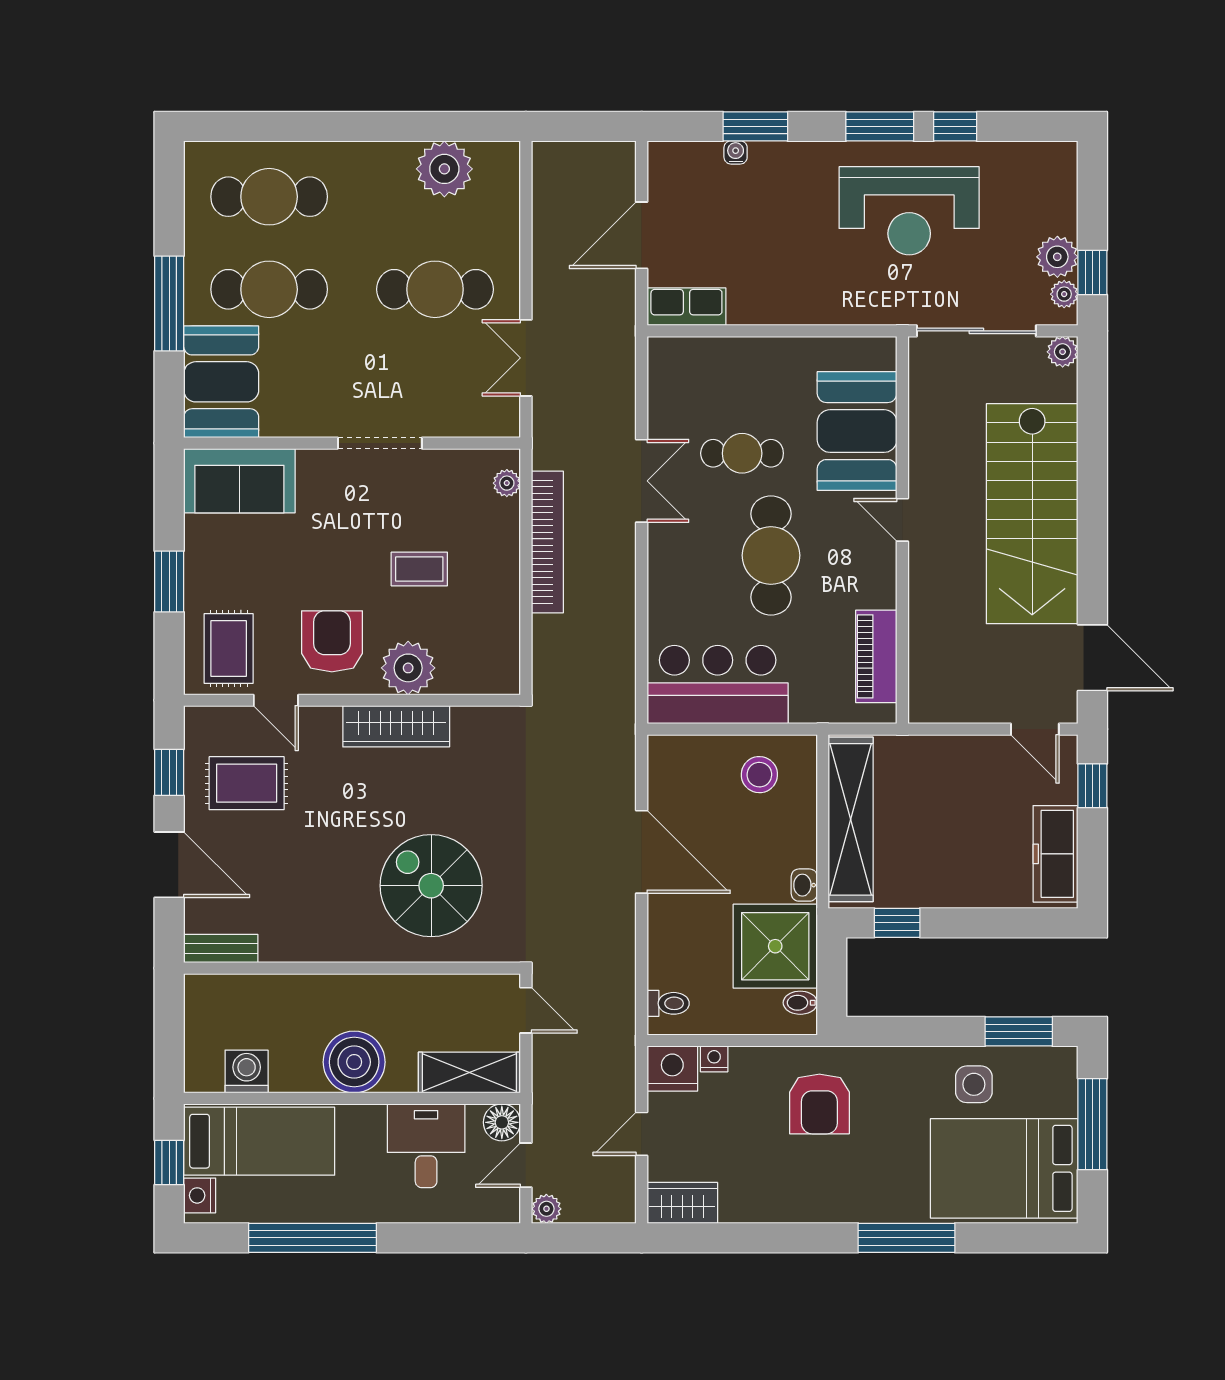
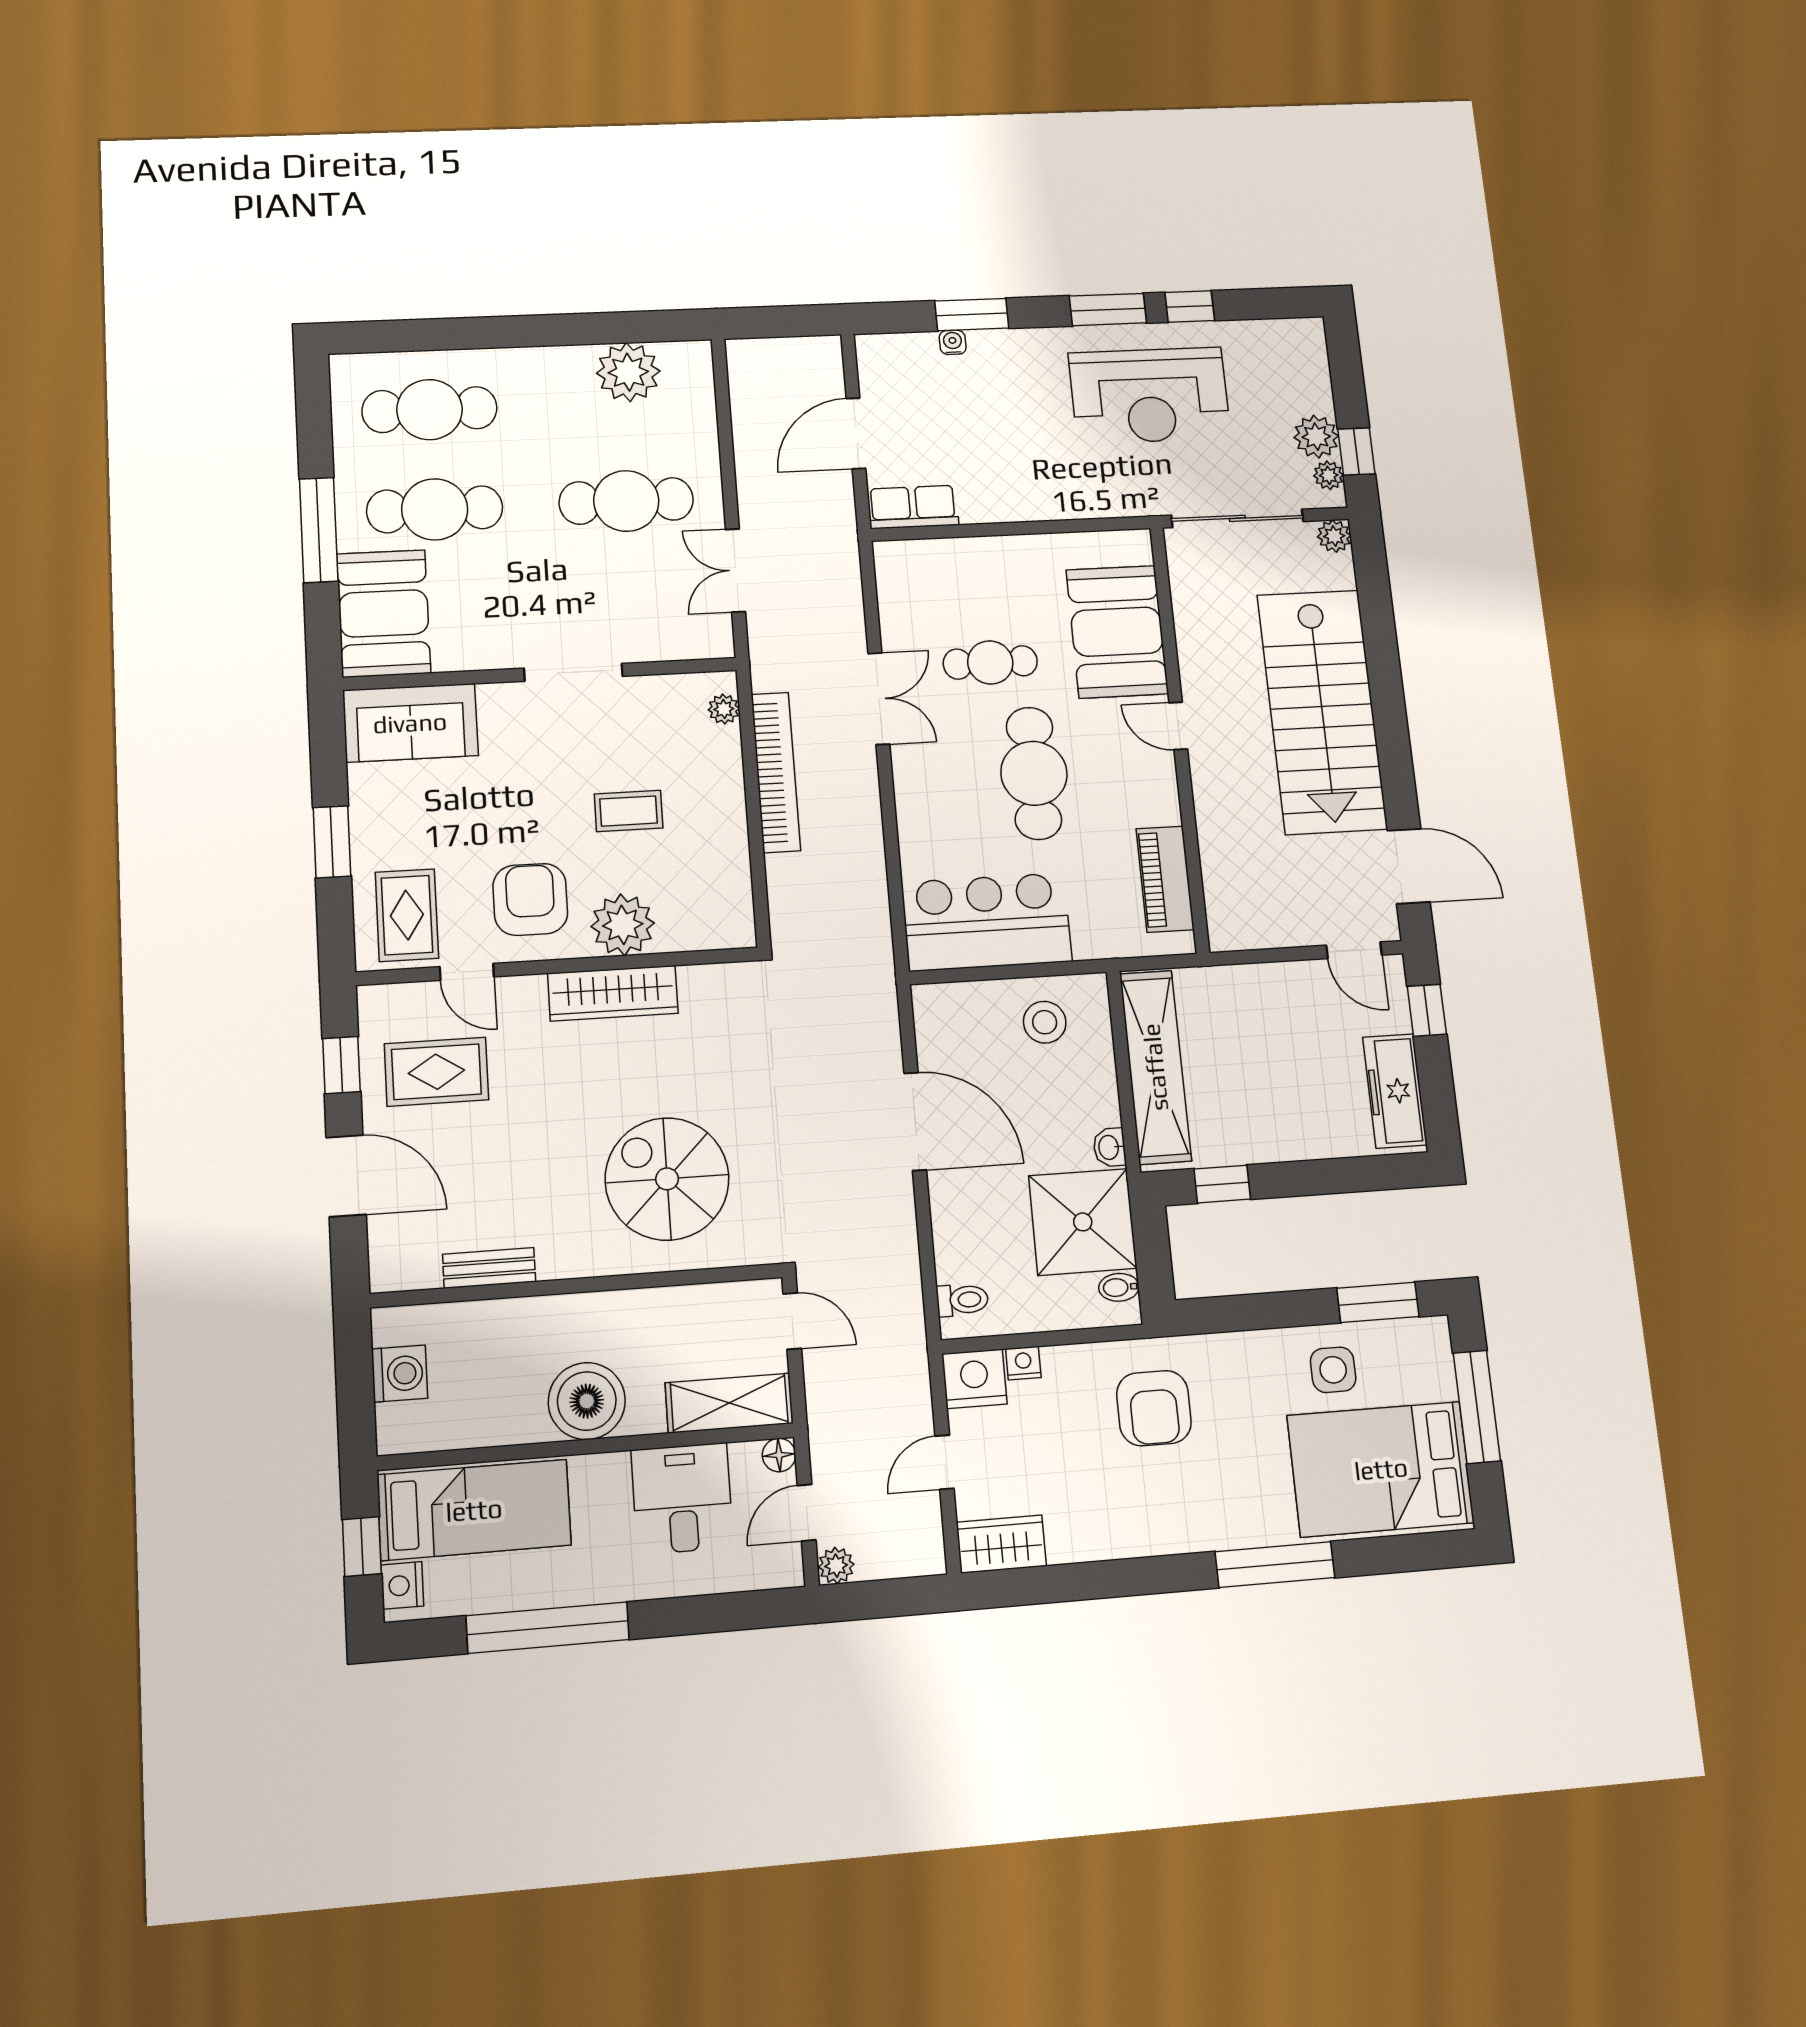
bench: (221, 949) -> (489, 1268), moved
washing machine: (247, 1072) -> (400, 1374), moved, turned 90
floor lamp: (502, 1122) -> (779, 1455), width x0.73, depth x0.73

